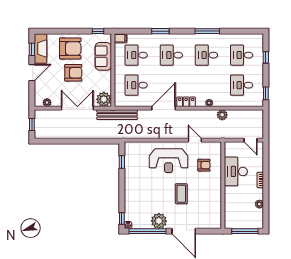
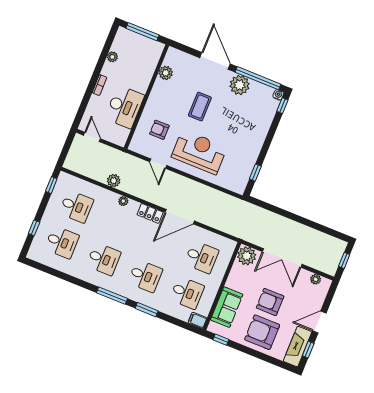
window: (207, 31) -> (112, 296), moved
bench: (117, 115) -> (238, 231), removed
plant: (216, 208) -> (166, 73), added

